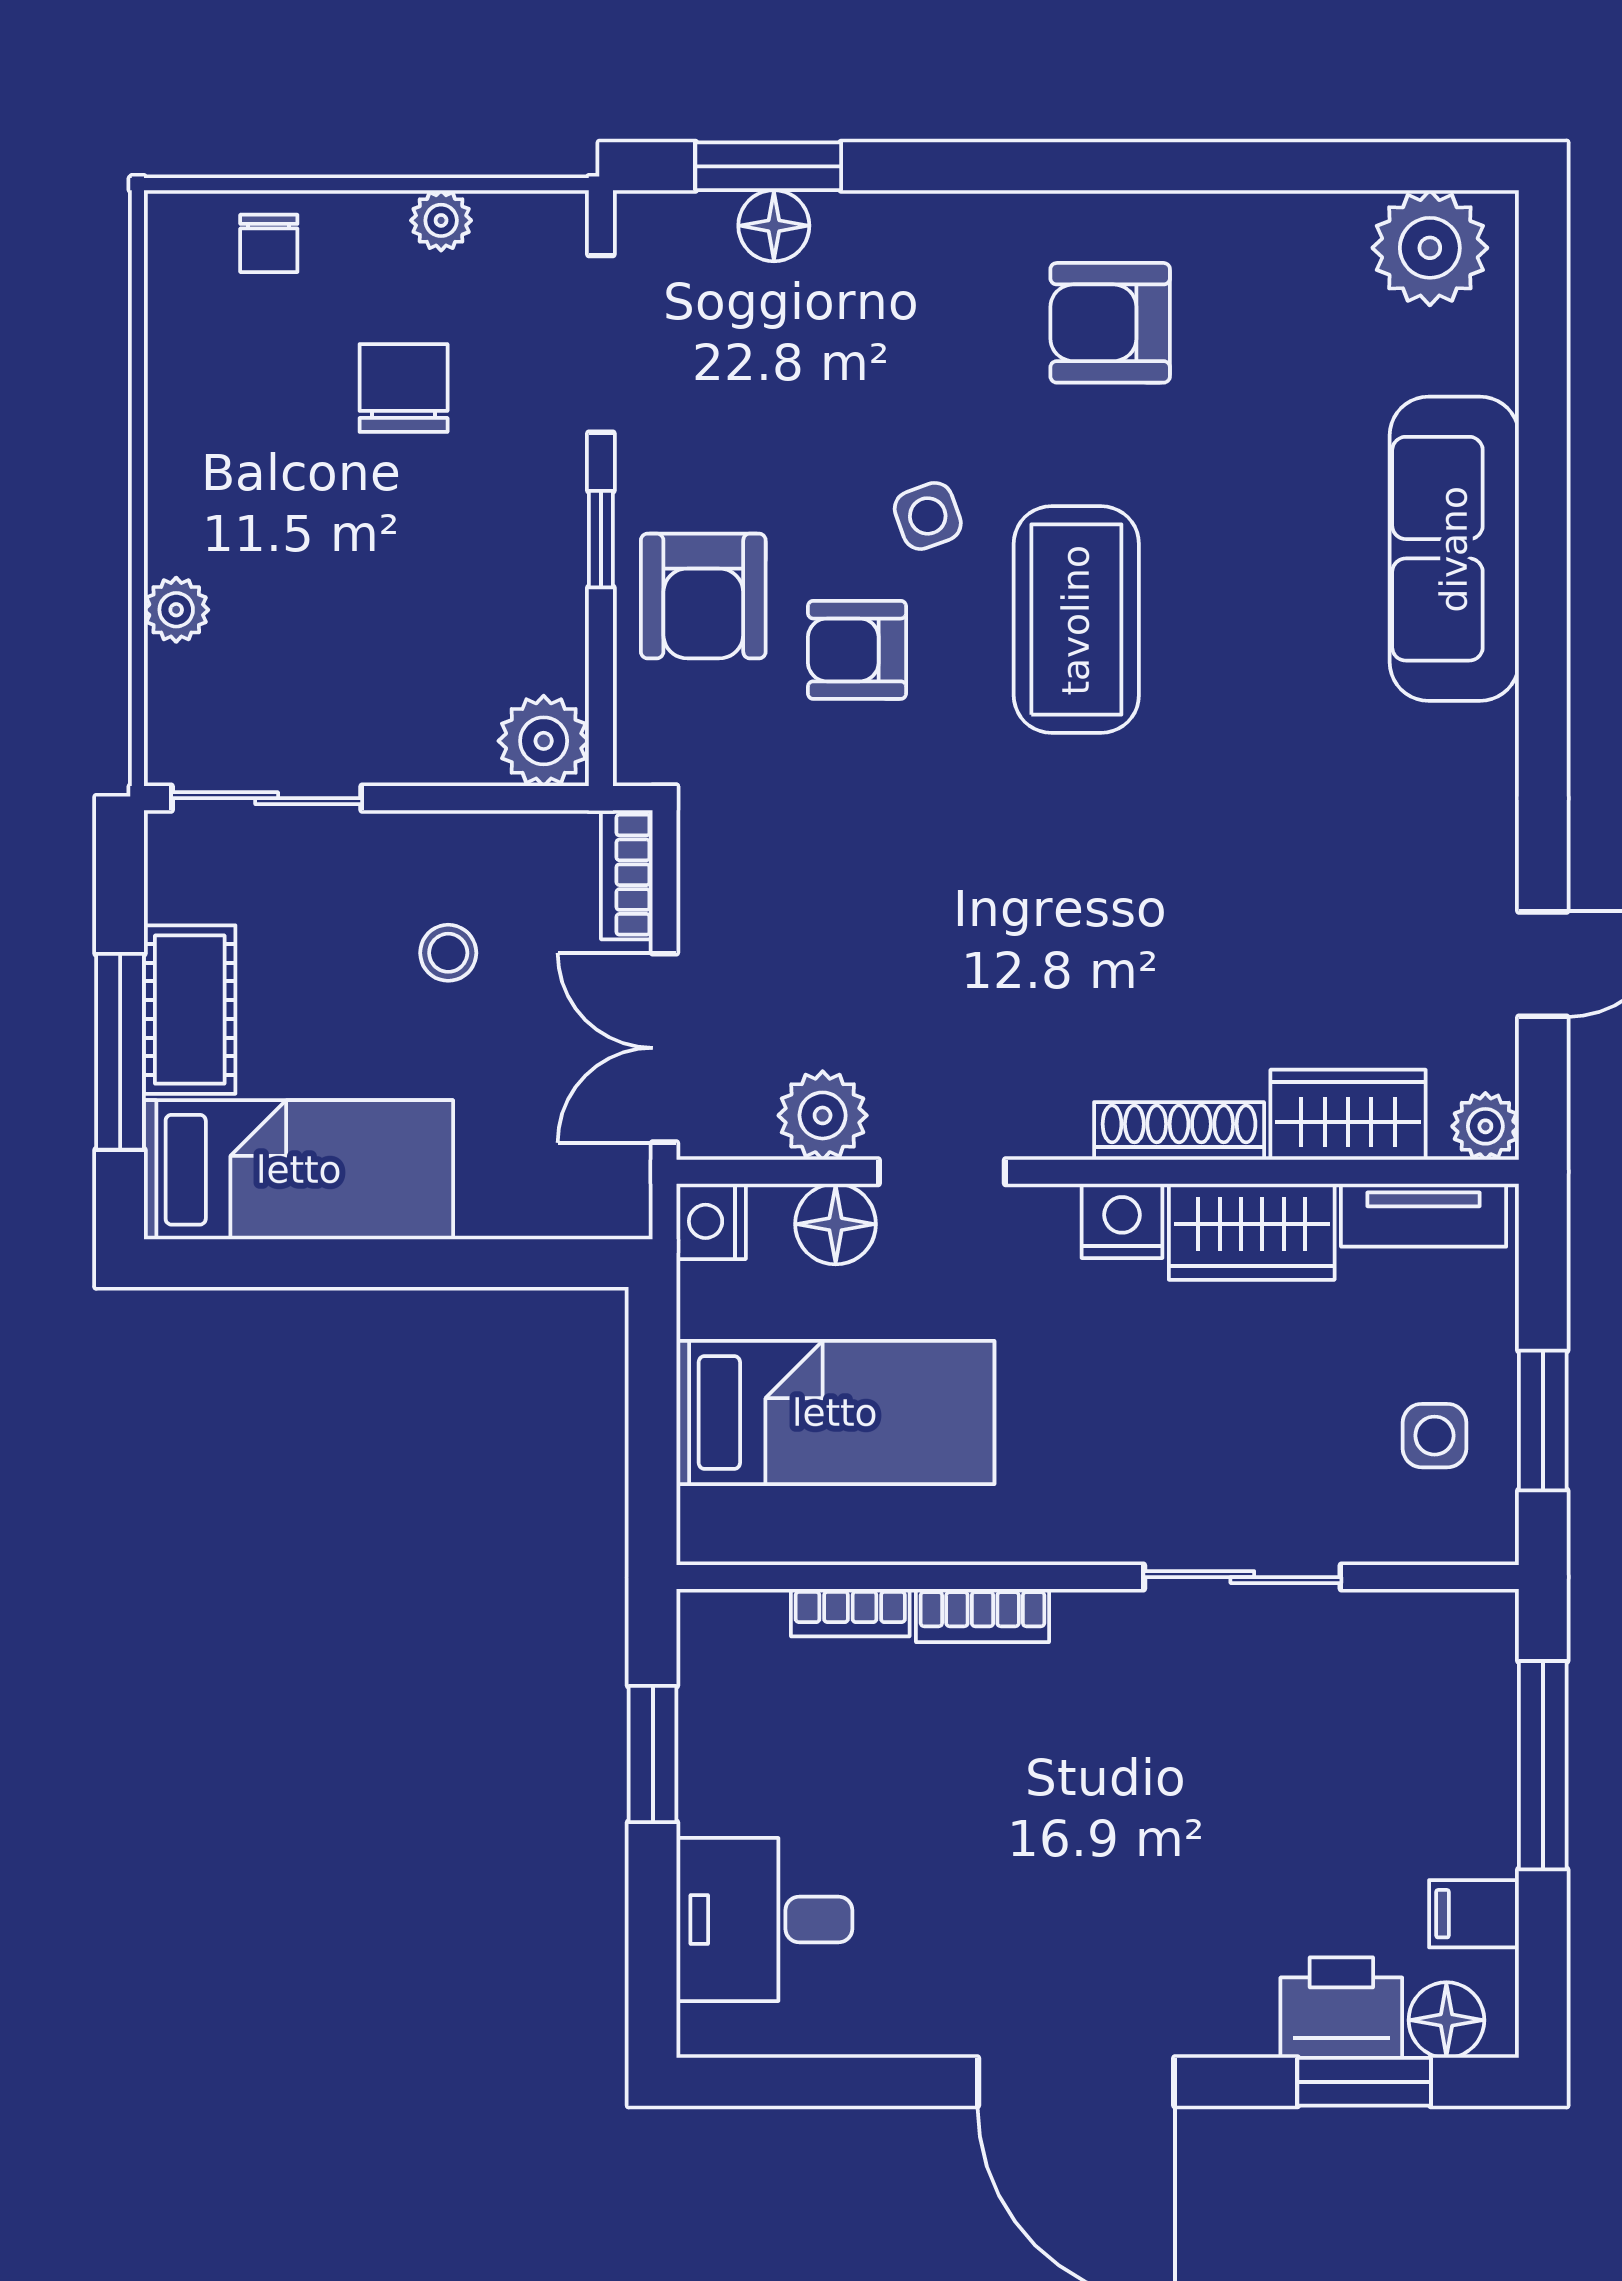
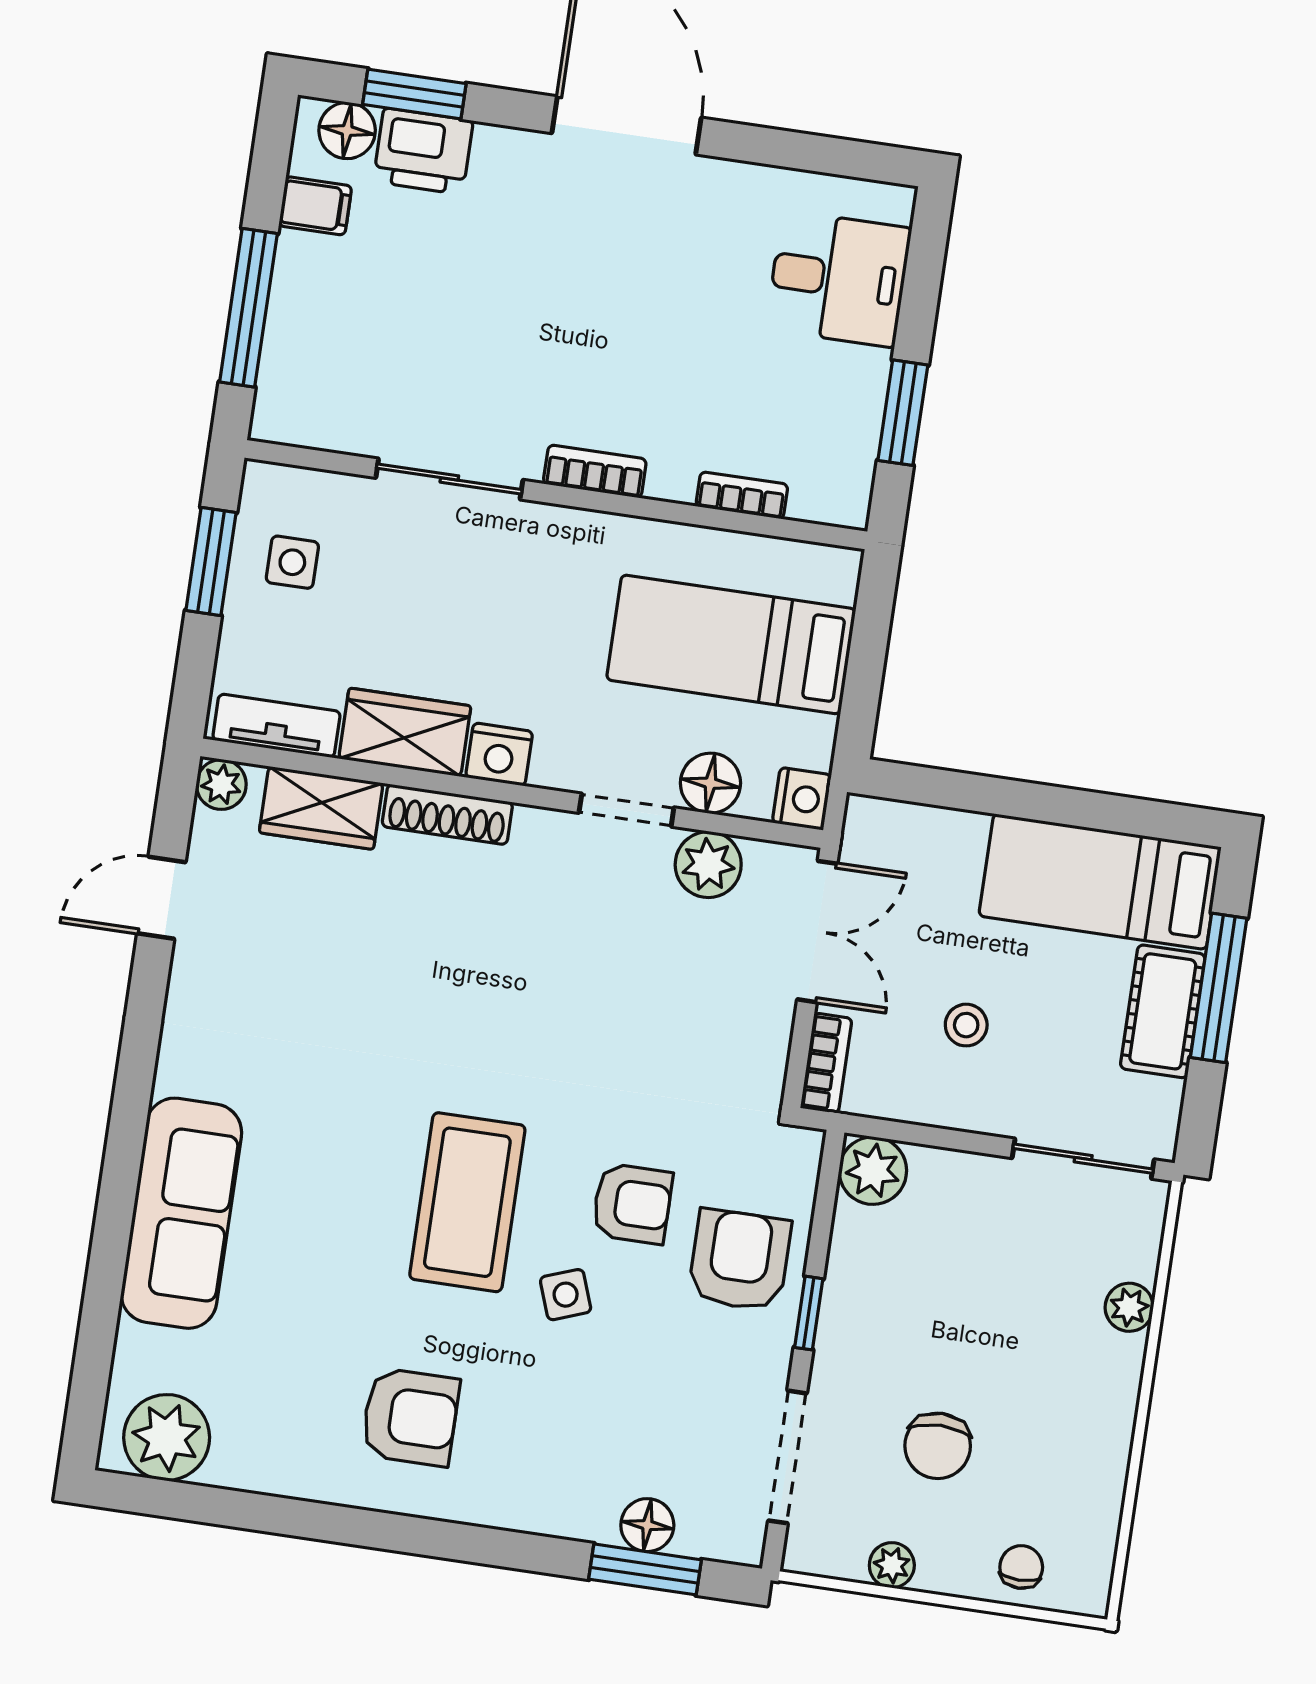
bookcase: (983, 1616) -> (595, 471), moved

